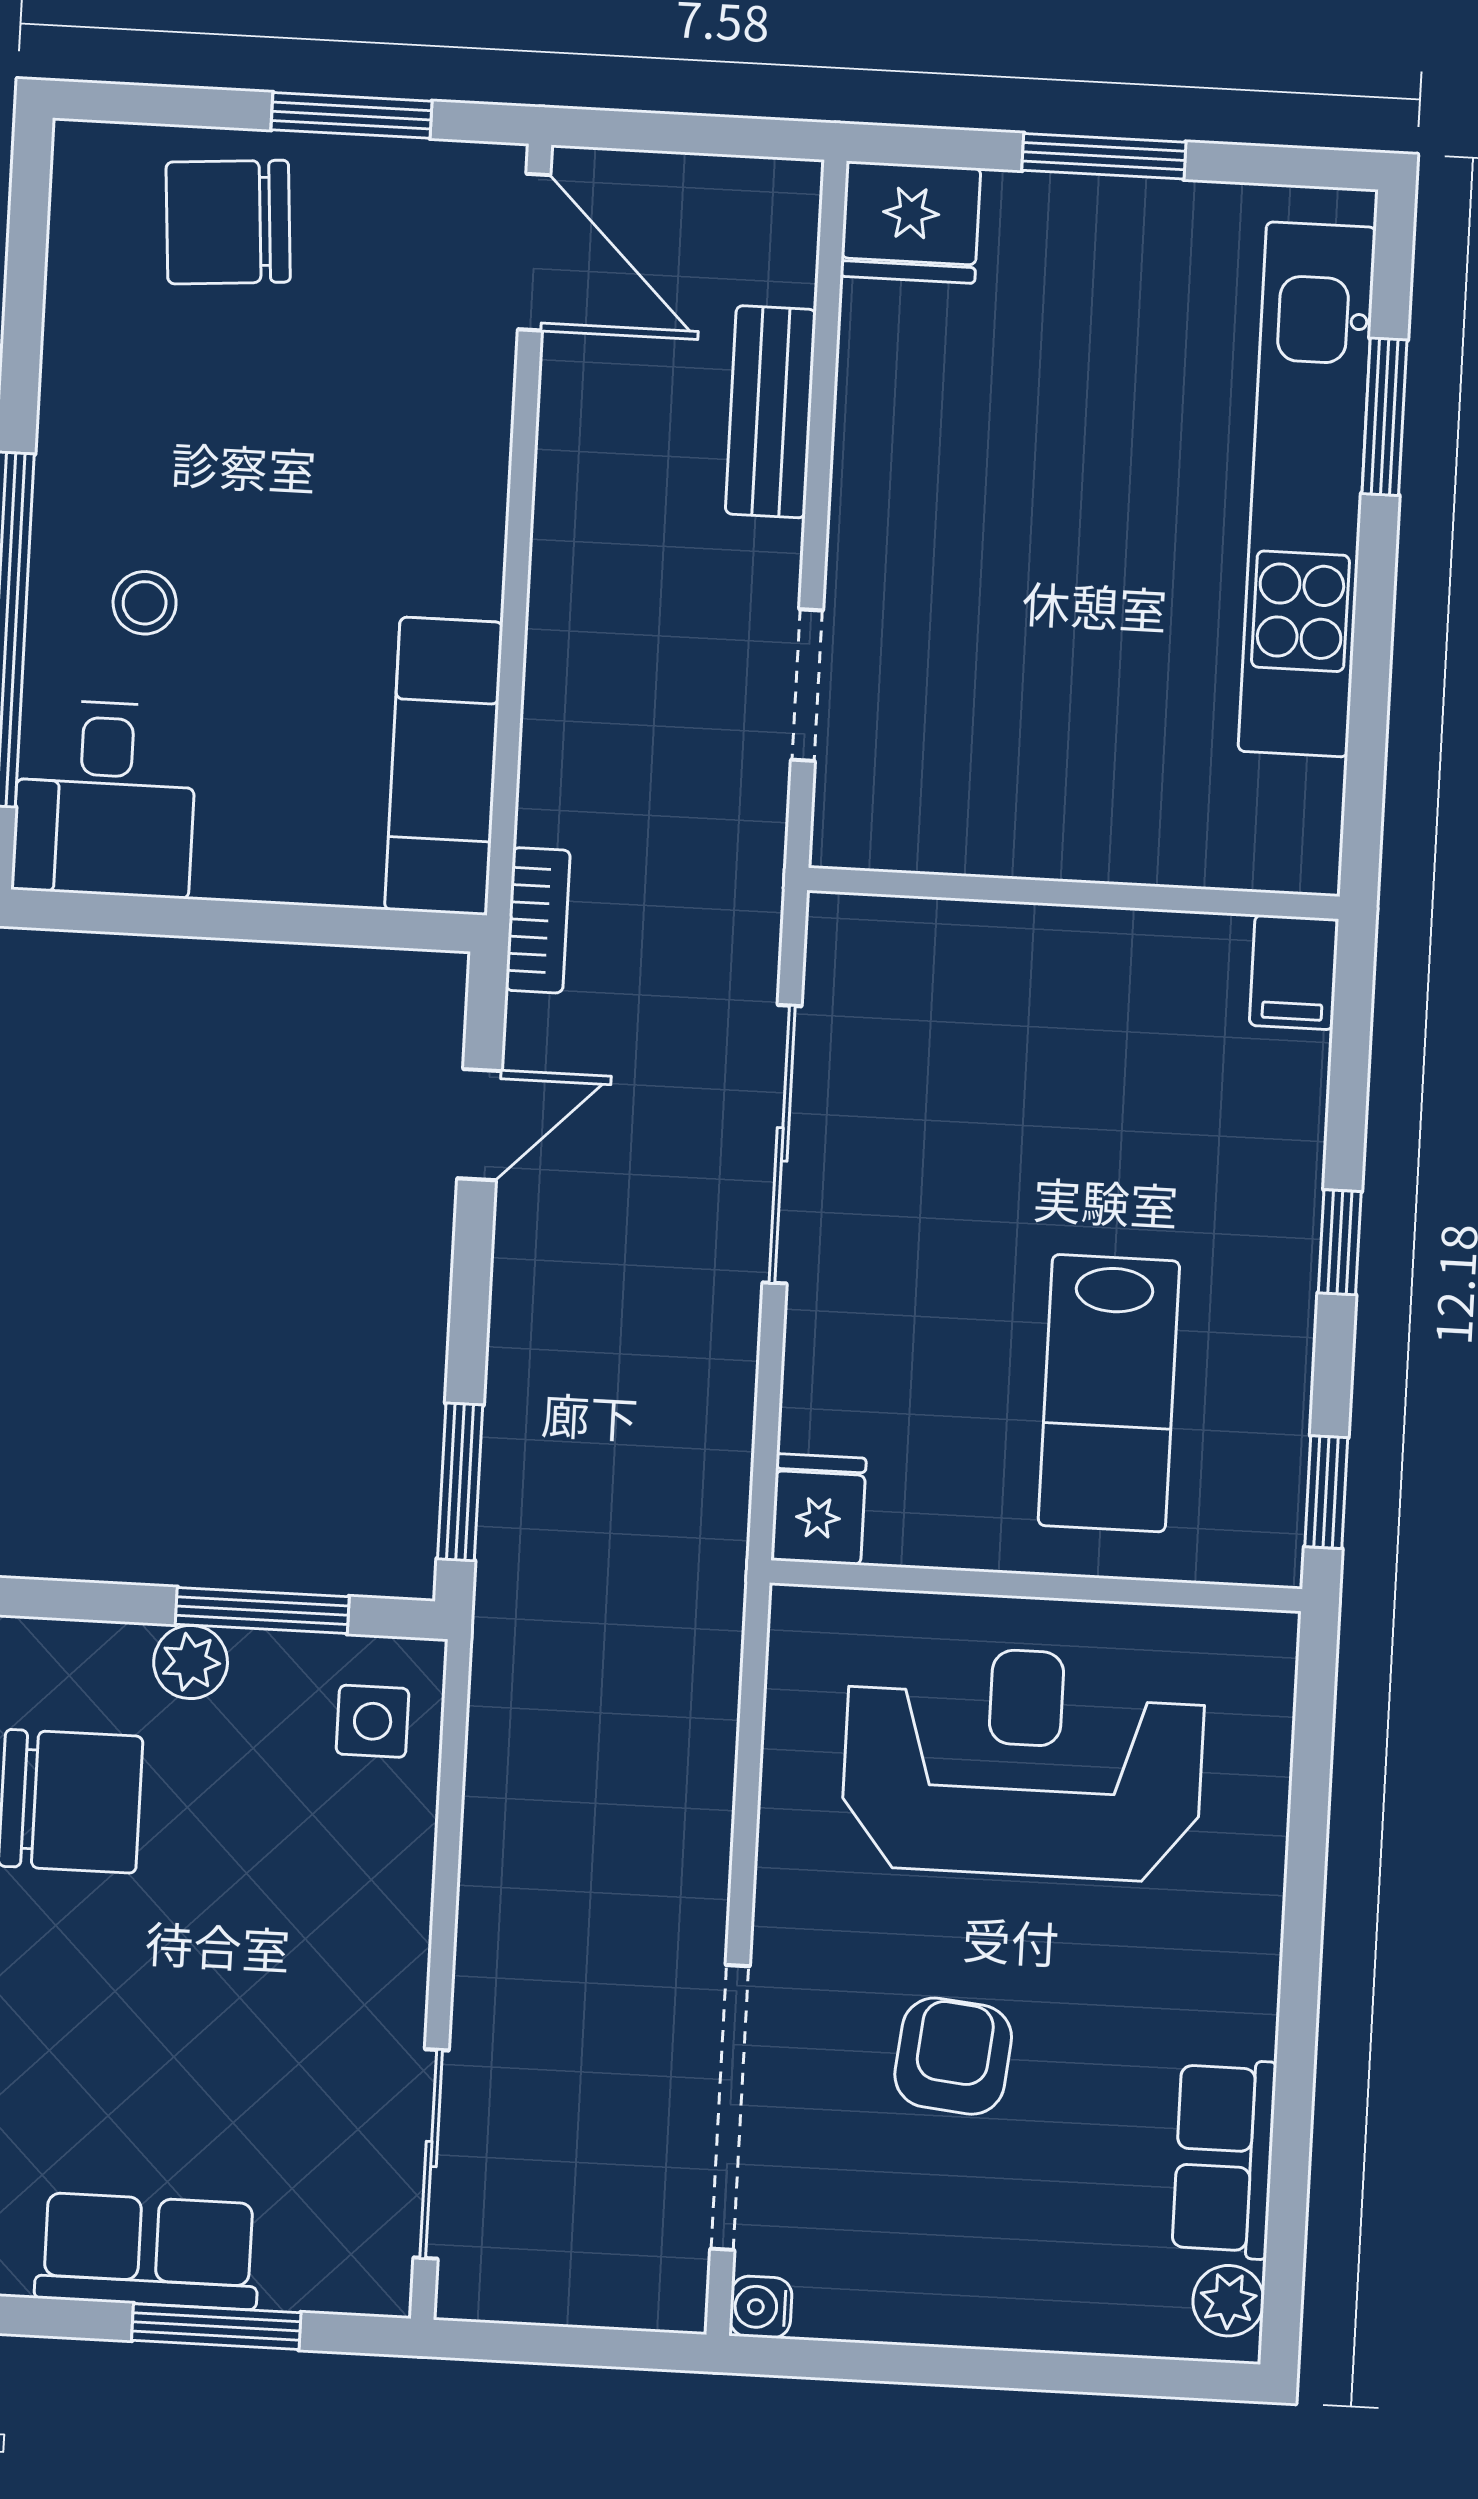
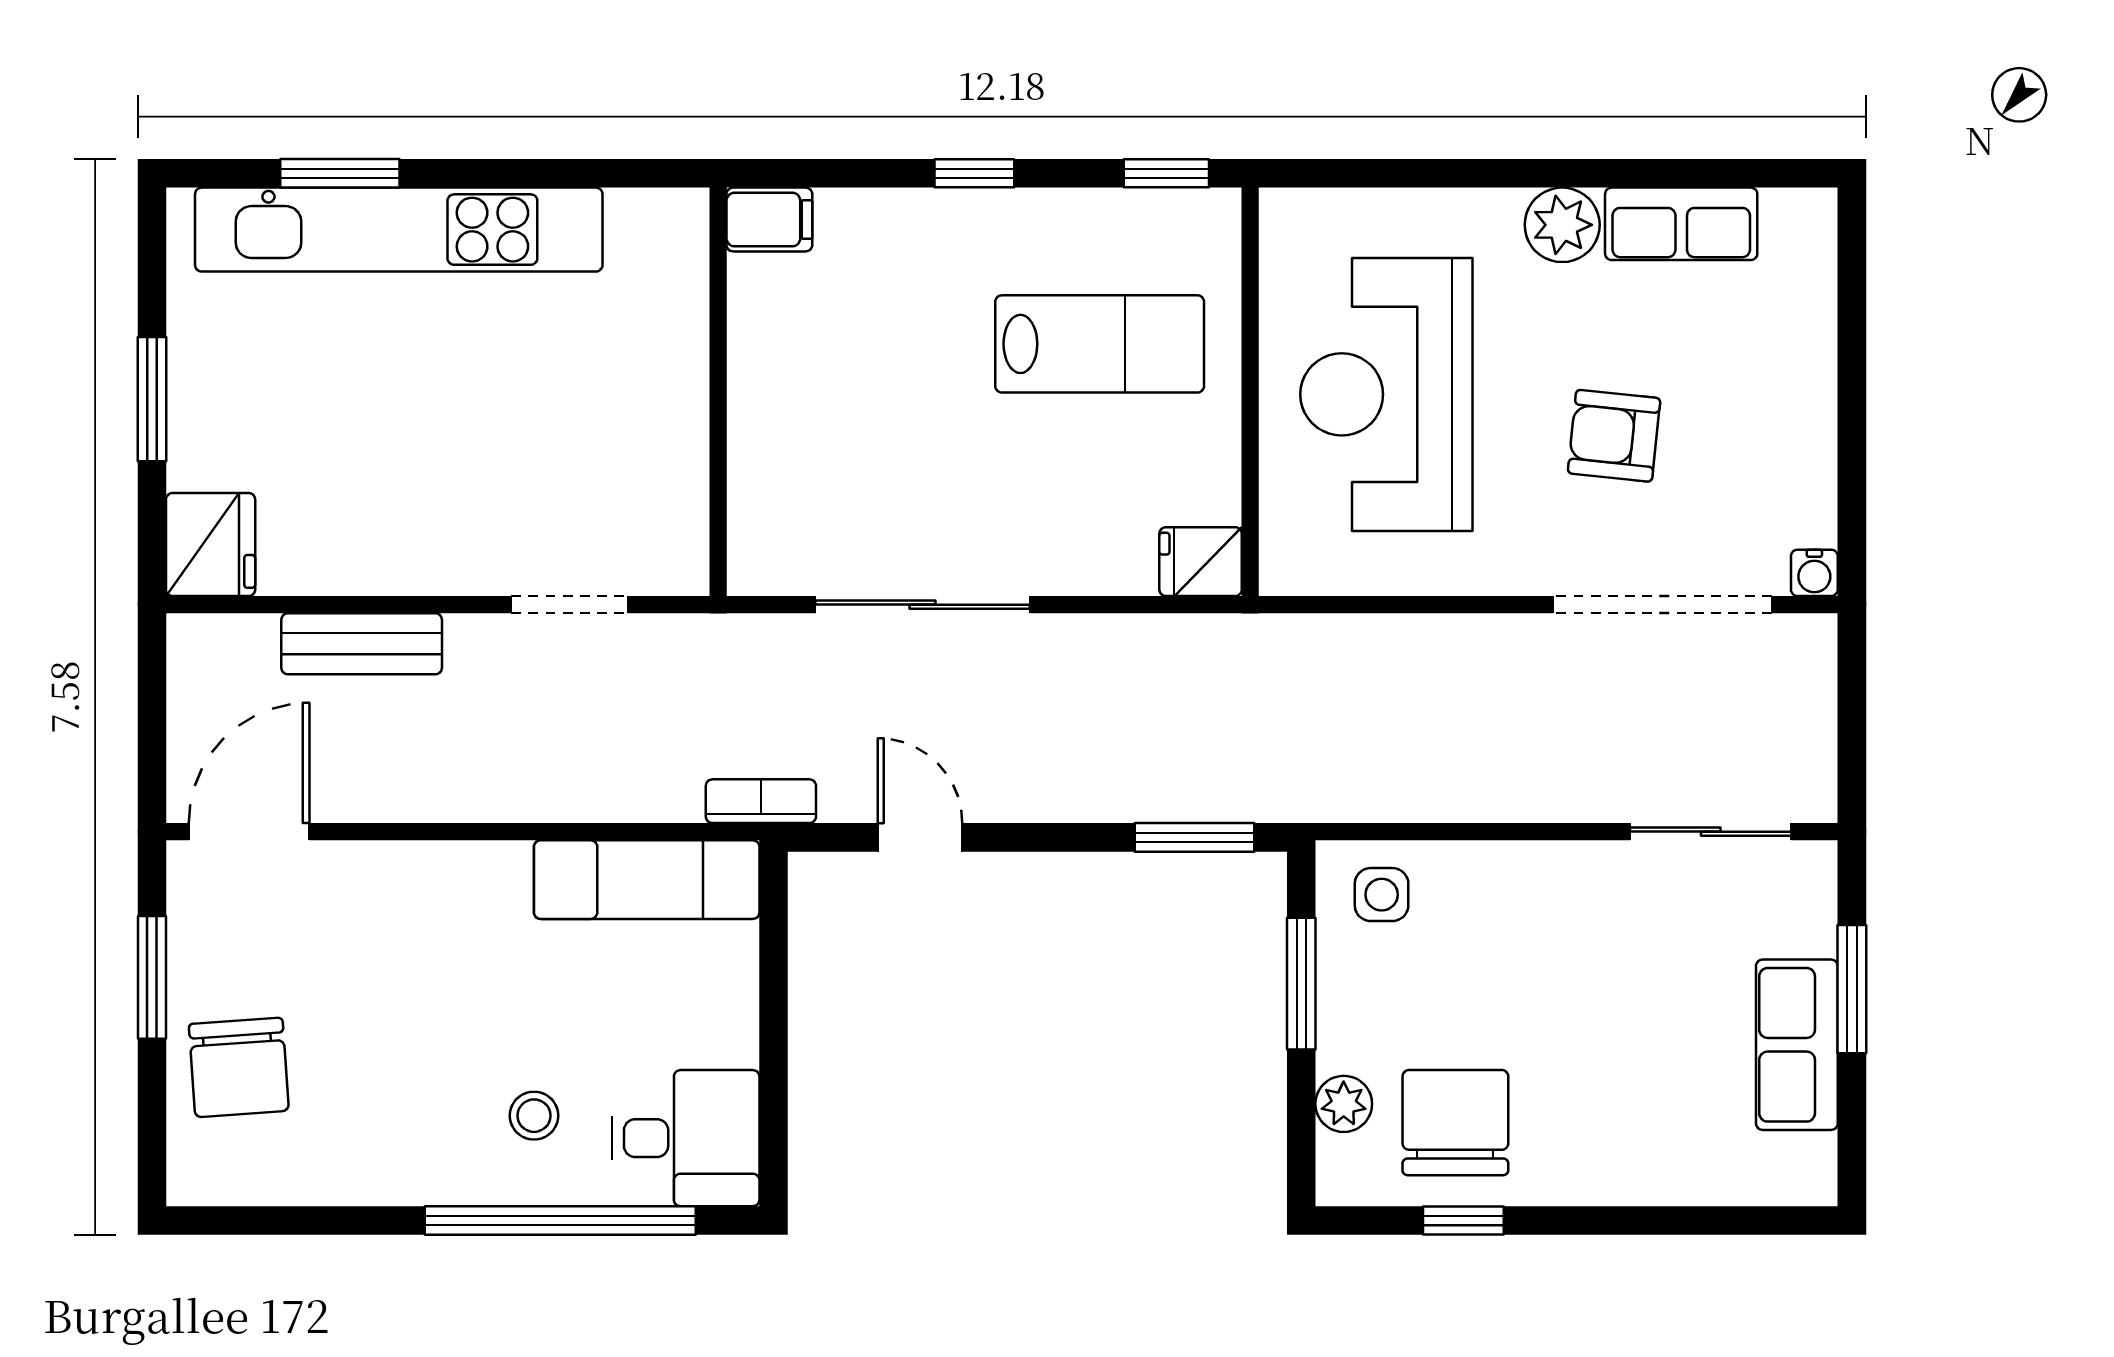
plant: (191, 1662) -> (1344, 1104), moved
plant: (1228, 2301) -> (1562, 225), moved, width x1.38, depth x1.38

